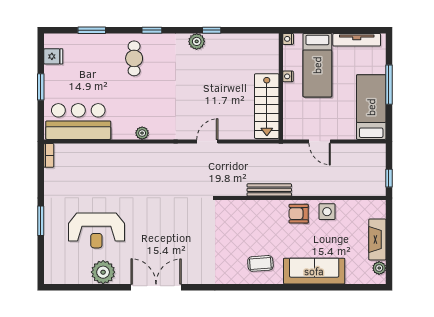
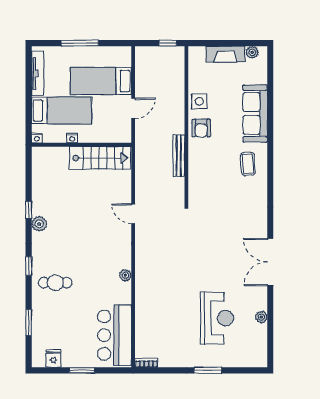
bed: (371, 107) -> (101, 81), moved
plant: (103, 272) -> (261, 317), width x0.53, depth x0.53

